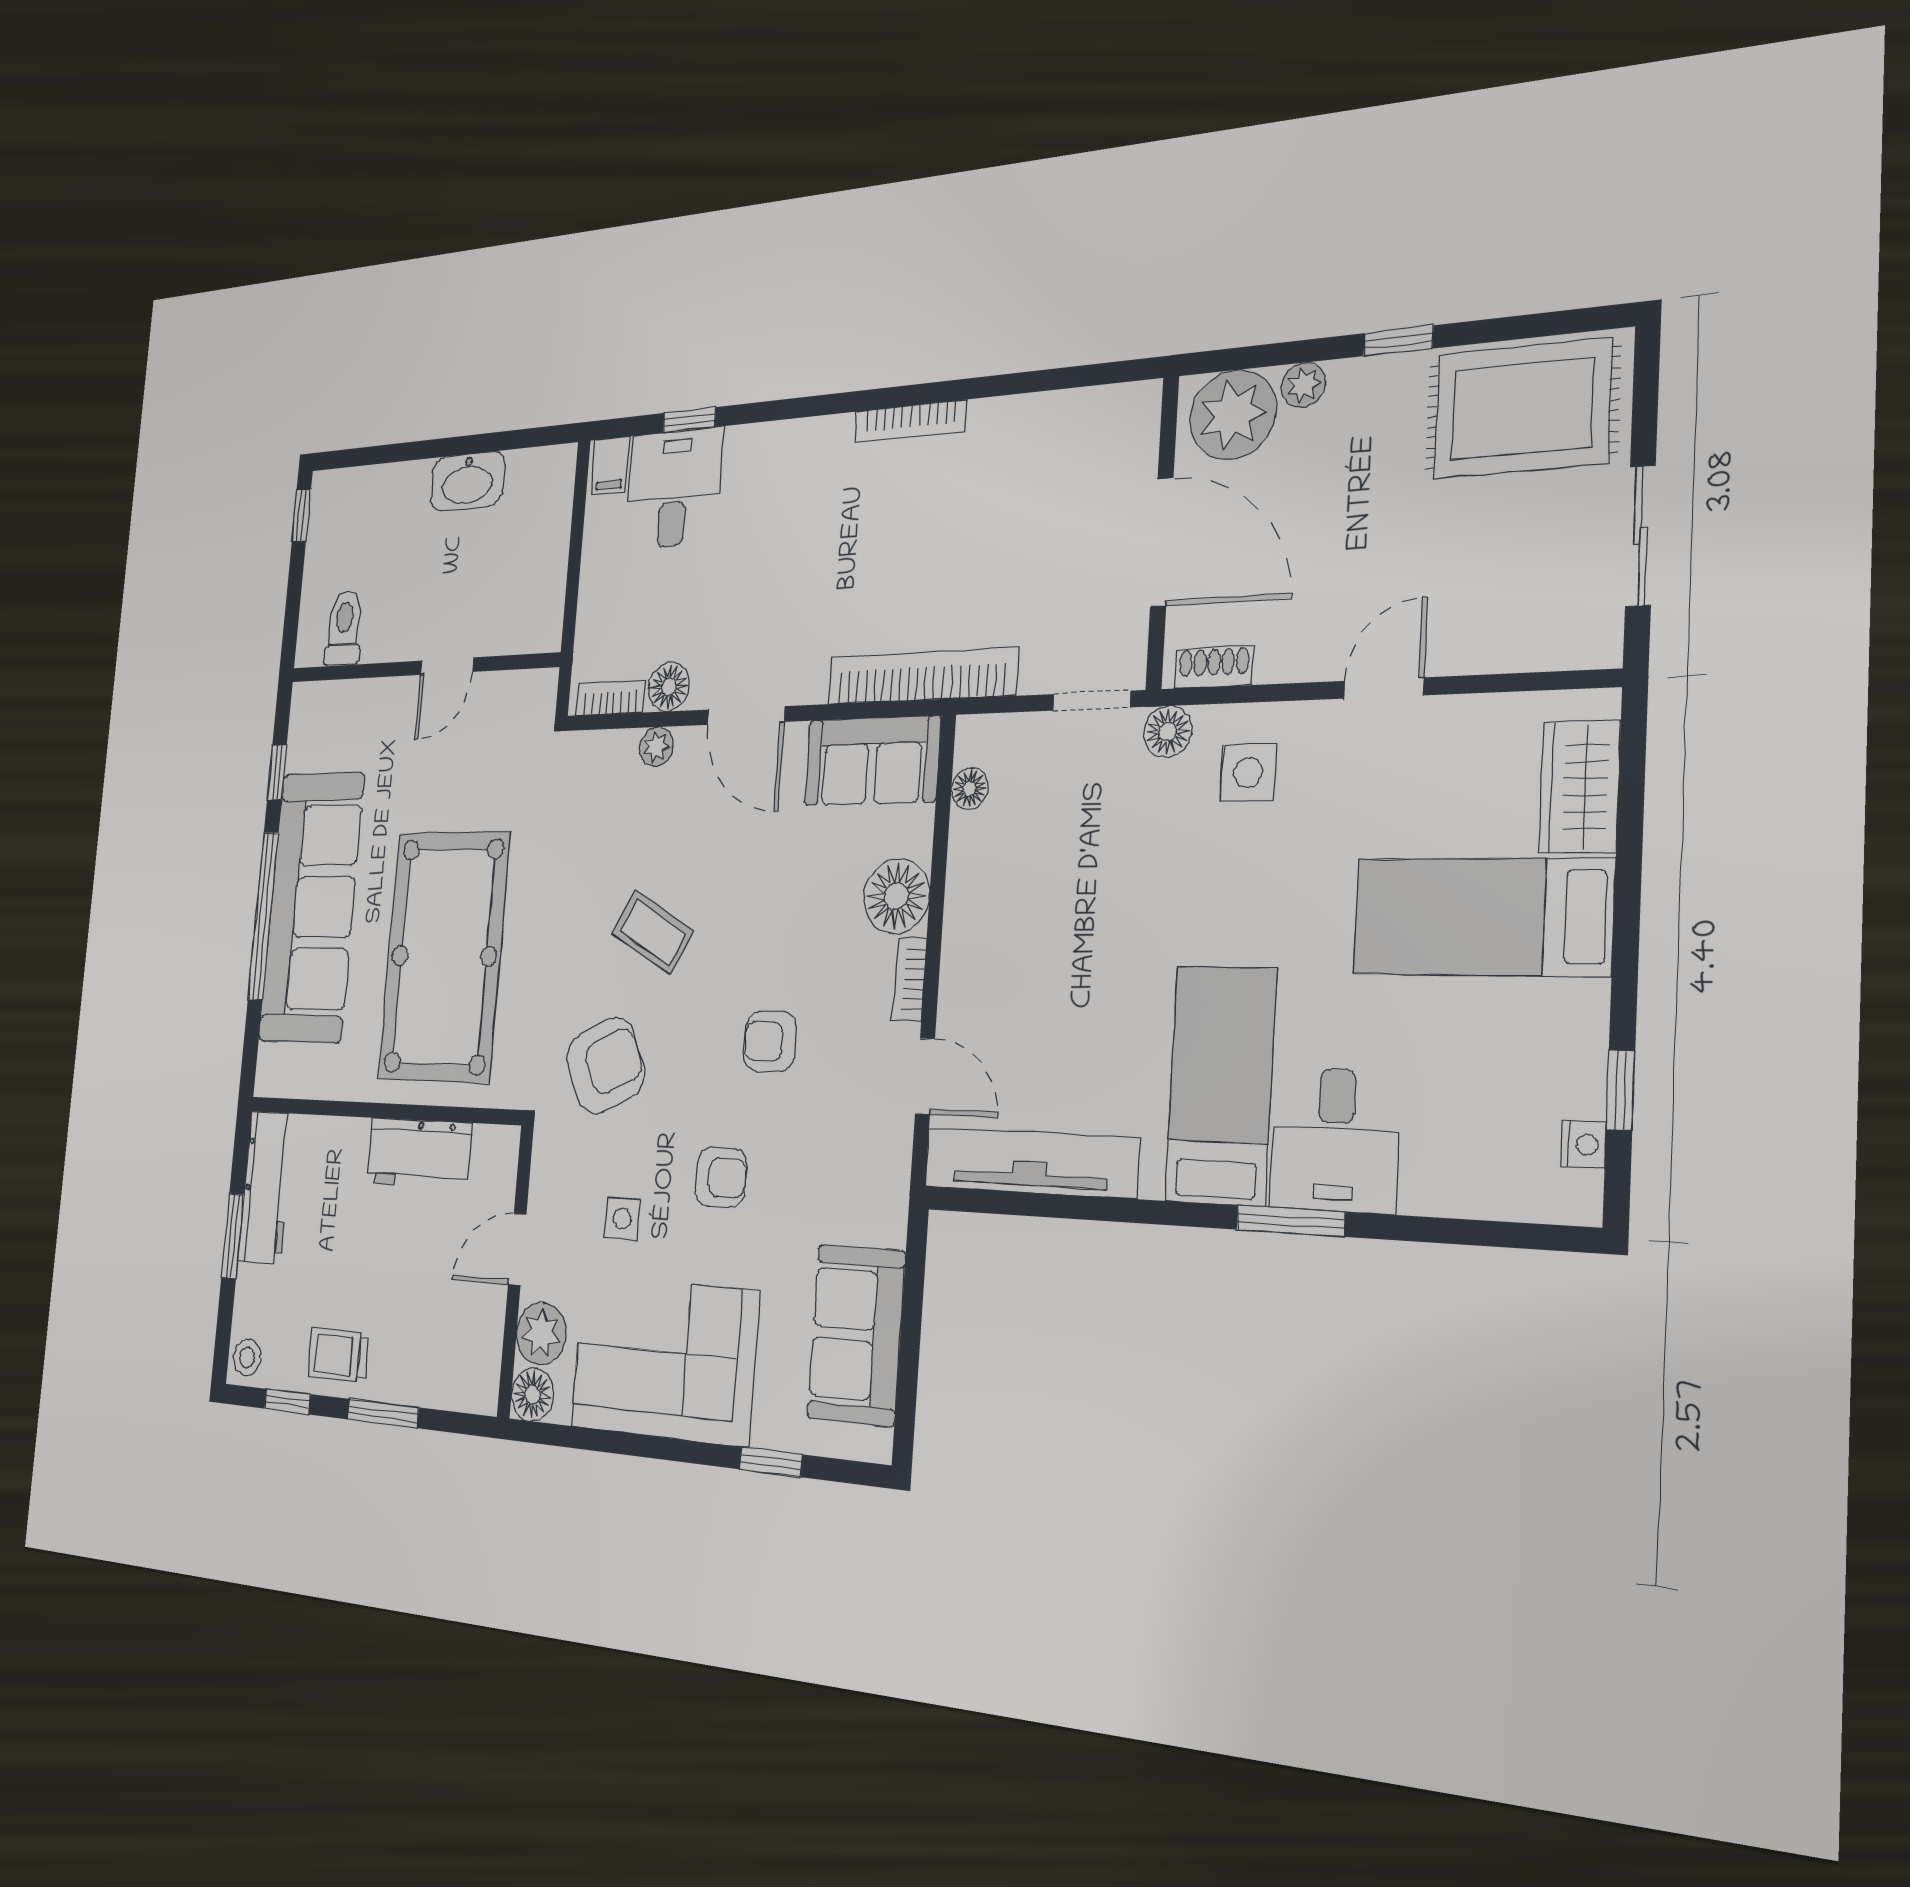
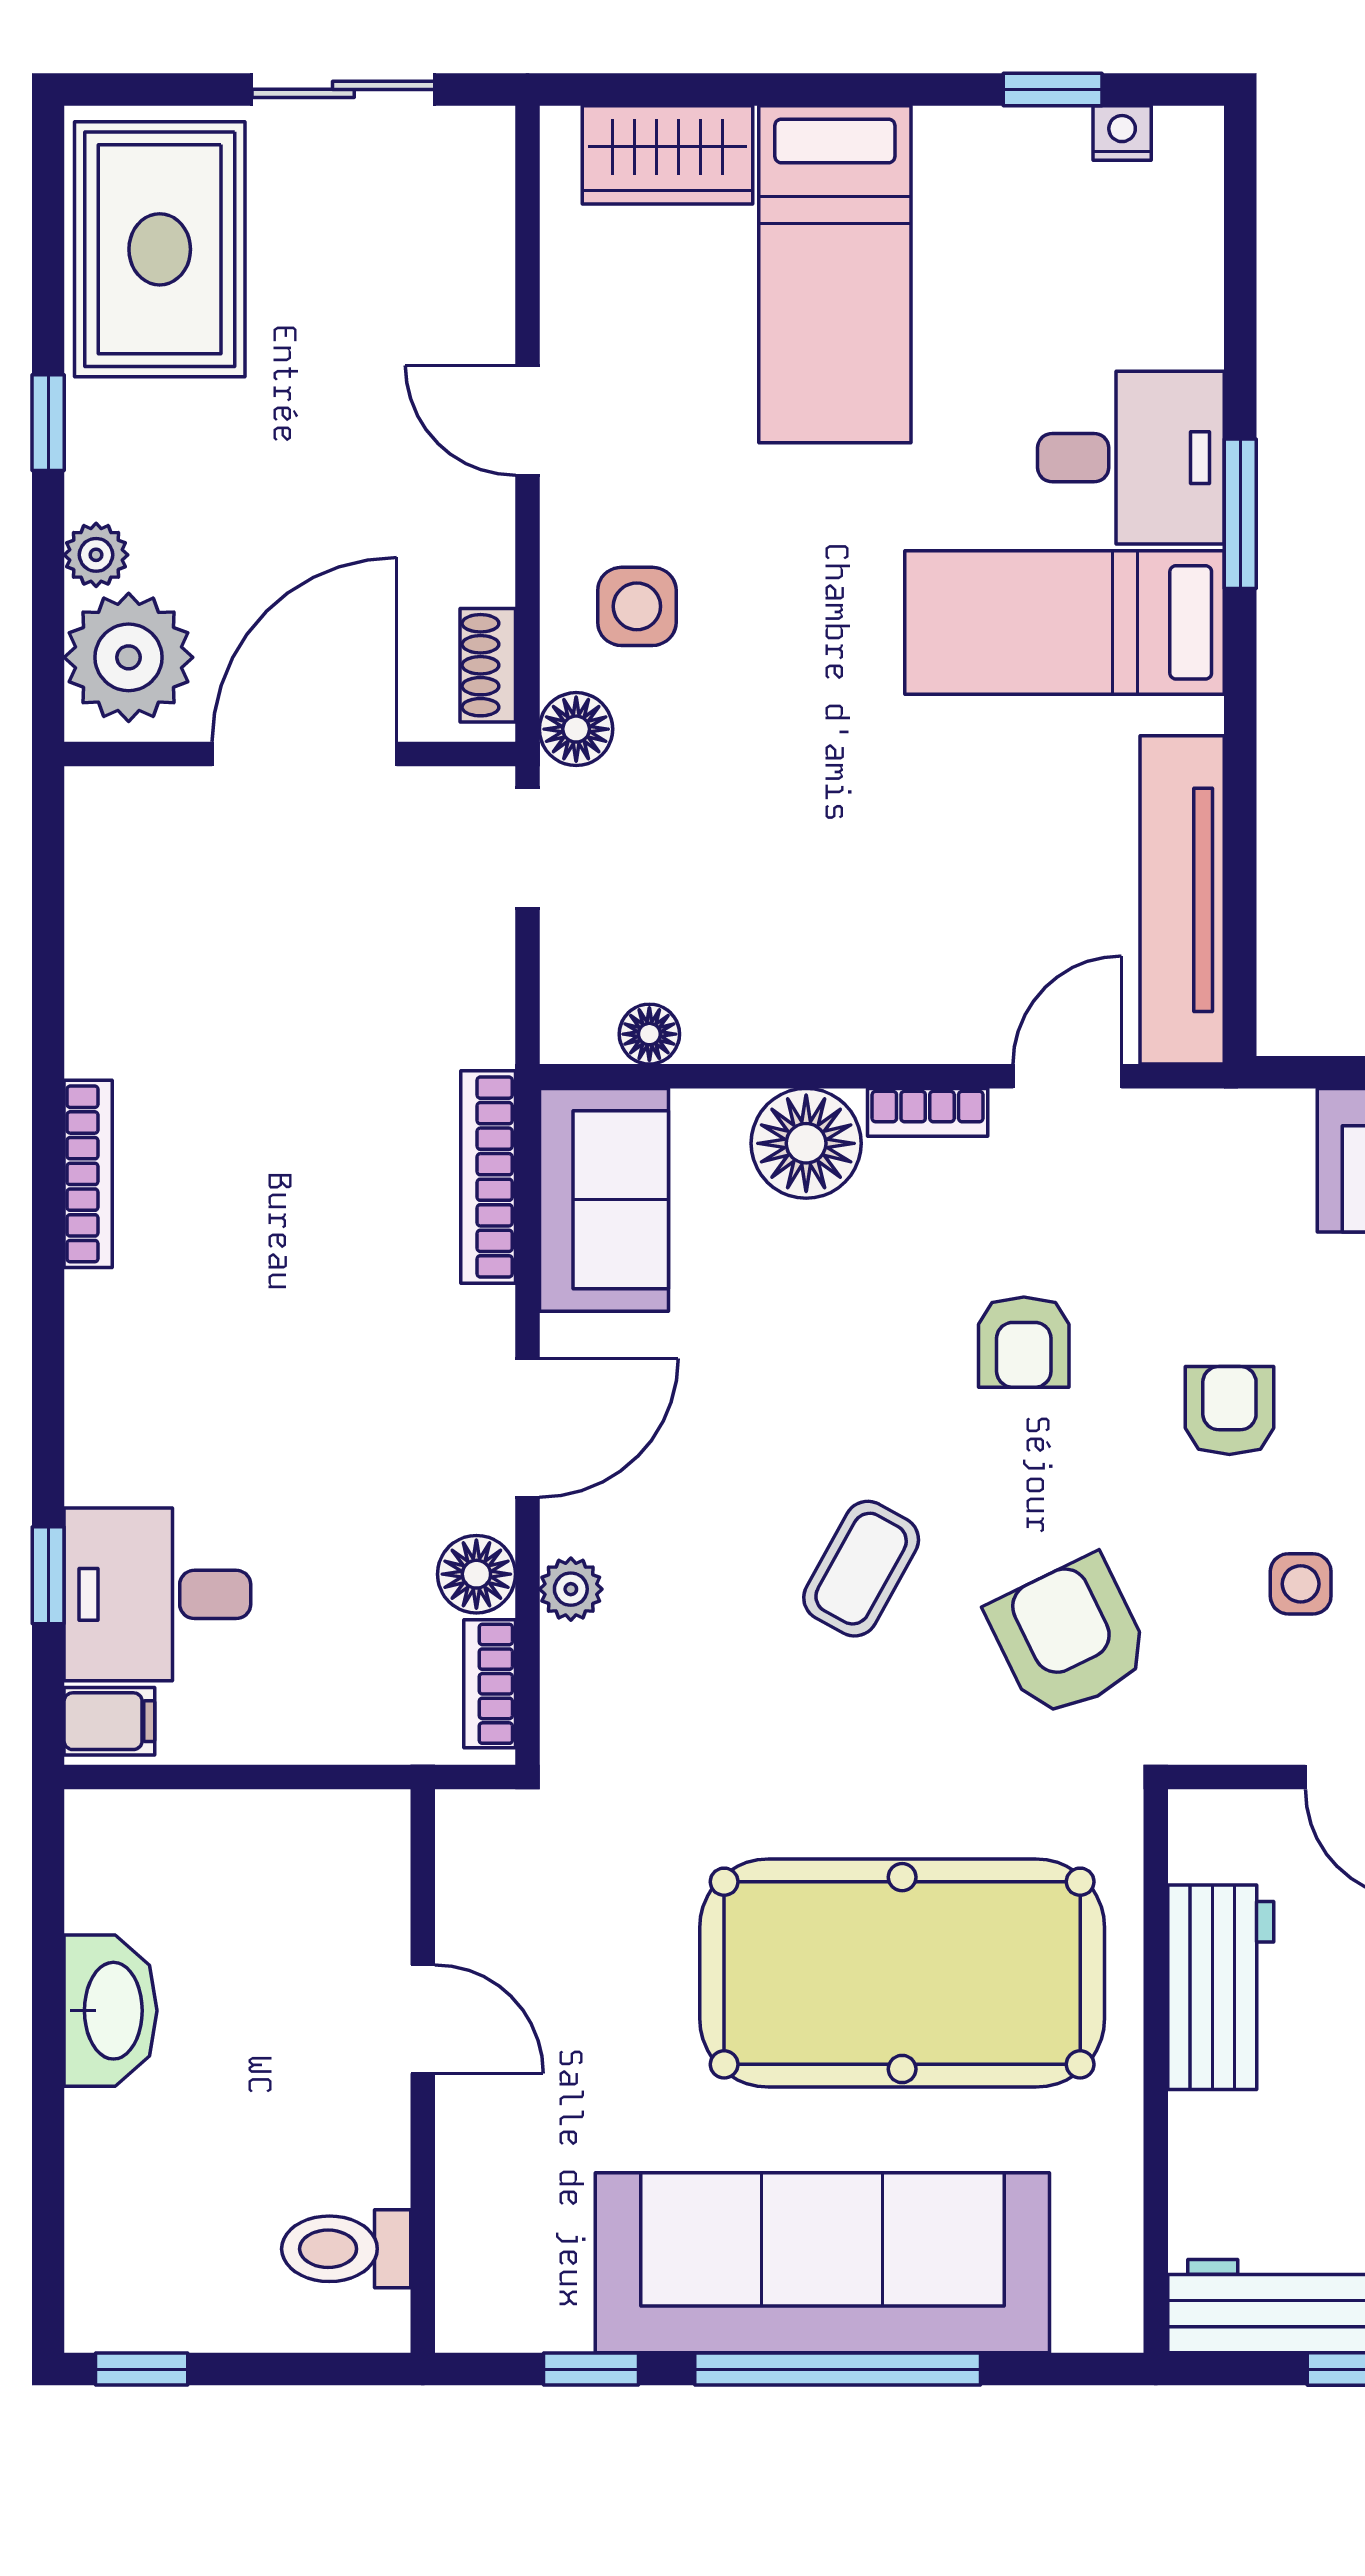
bookcase: (922, 676) -> (488, 1177), width x0.68, depth x0.76

